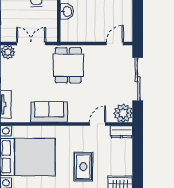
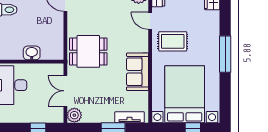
rug: (83, 167) -> (173, 41), moved

